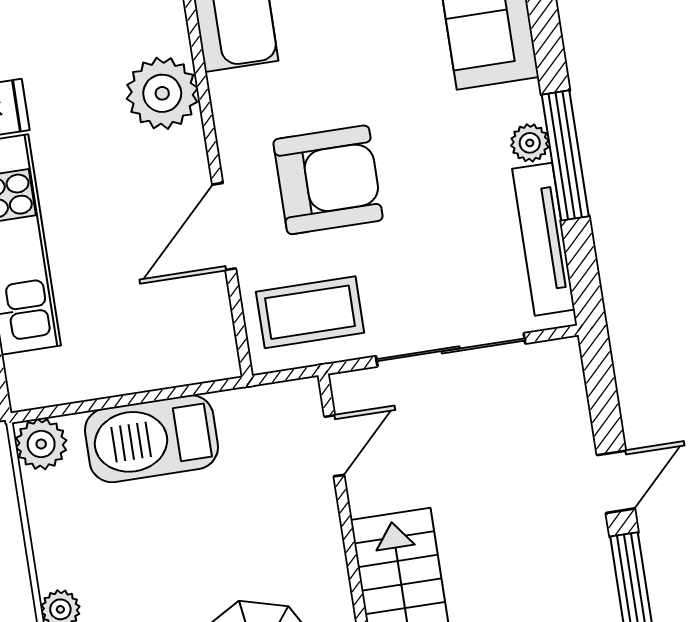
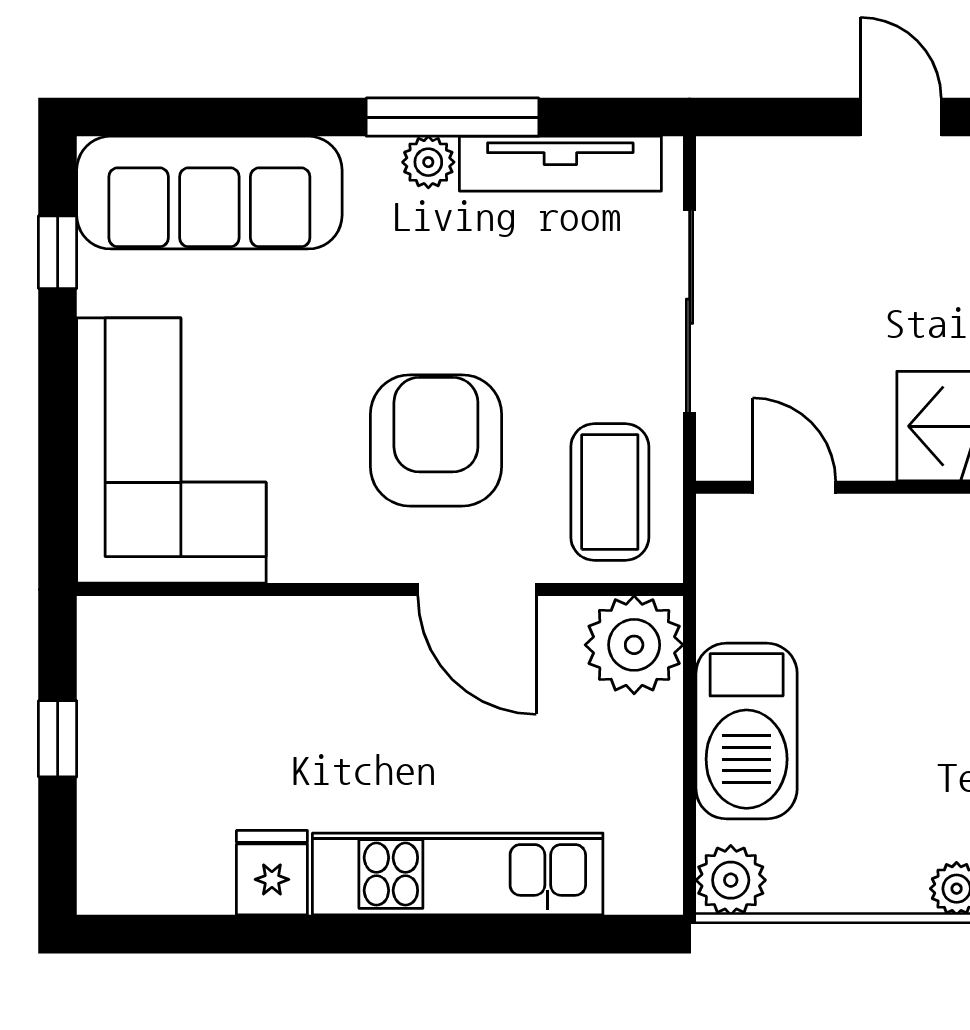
plant: (162, 93) -> (634, 645), moved

